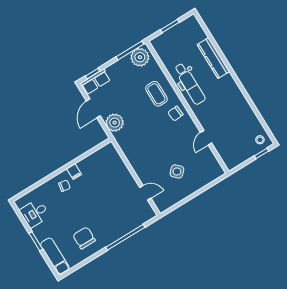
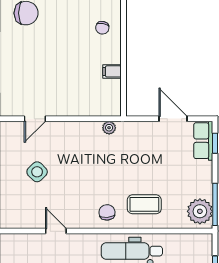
plant: (115, 123) -> (109, 128), moved, width x0.53, depth x0.53
filing cabinet: (74, 172) -> (112, 71), moved

